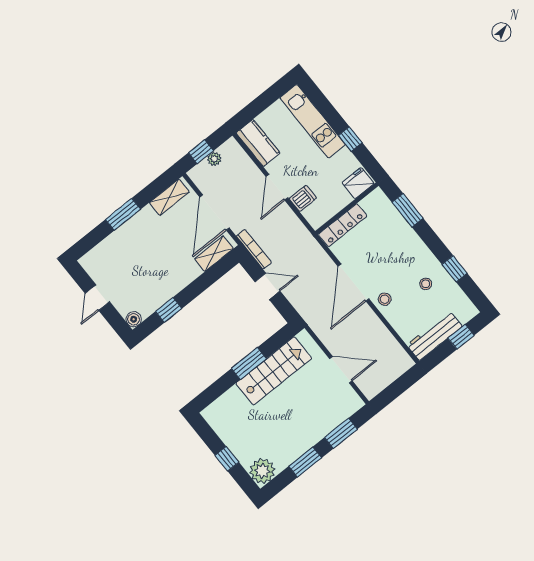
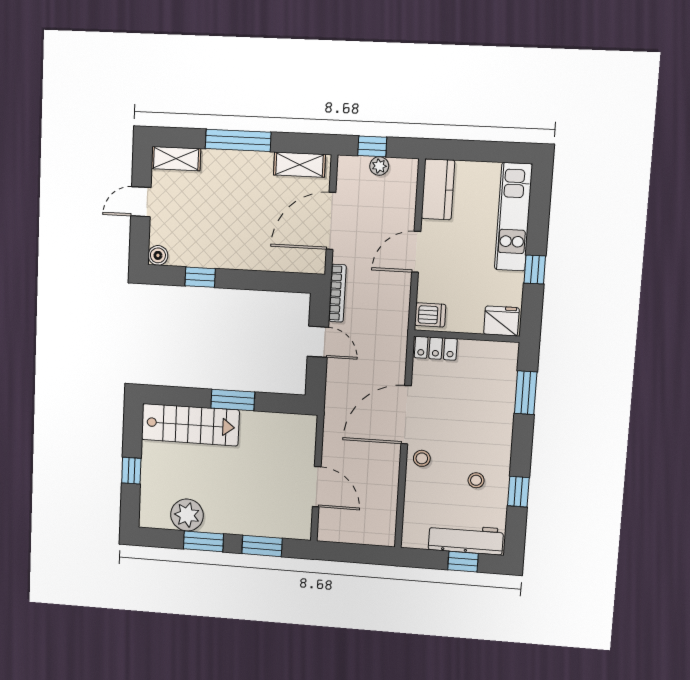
dishwasher: (303, 198) -> (430, 315), moved
window: (123, 214) -> (238, 140), width x1.44
locker: (343, 225) -> (436, 348), width x0.66
shelving: (214, 254) -> (176, 159), moved
workbench: (434, 336) -> (466, 539), moved
stairs: (274, 371) -> (190, 425), moved
plant: (262, 471) -> (187, 515), moved

